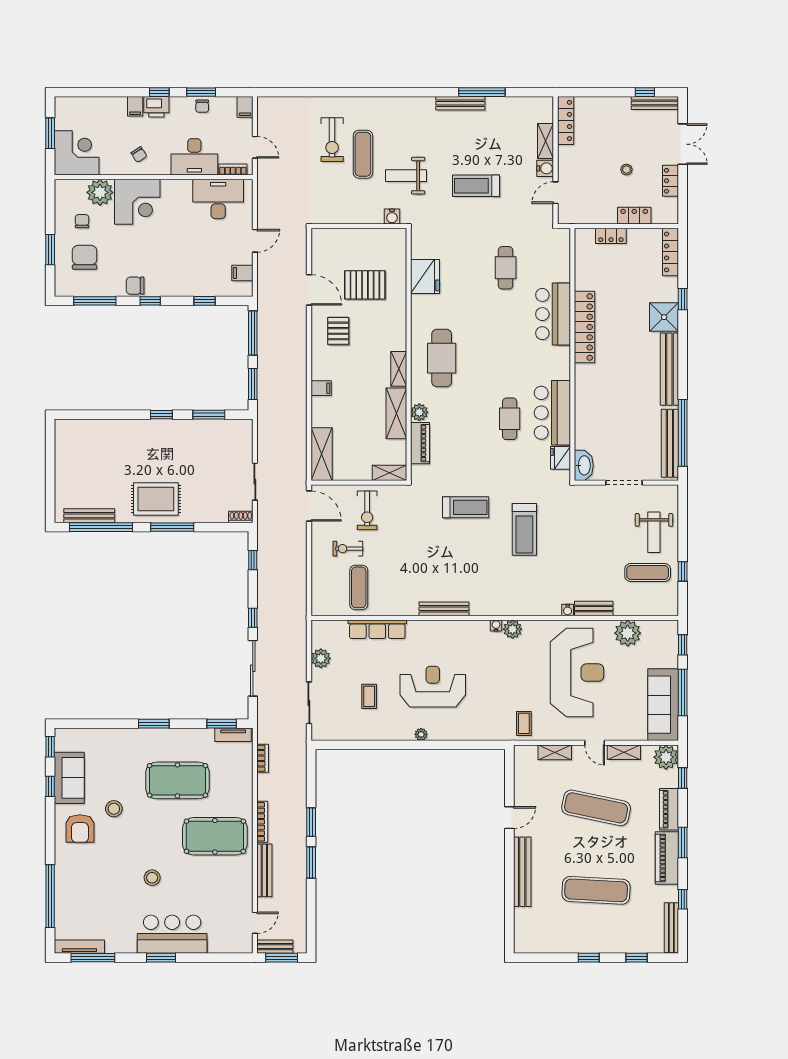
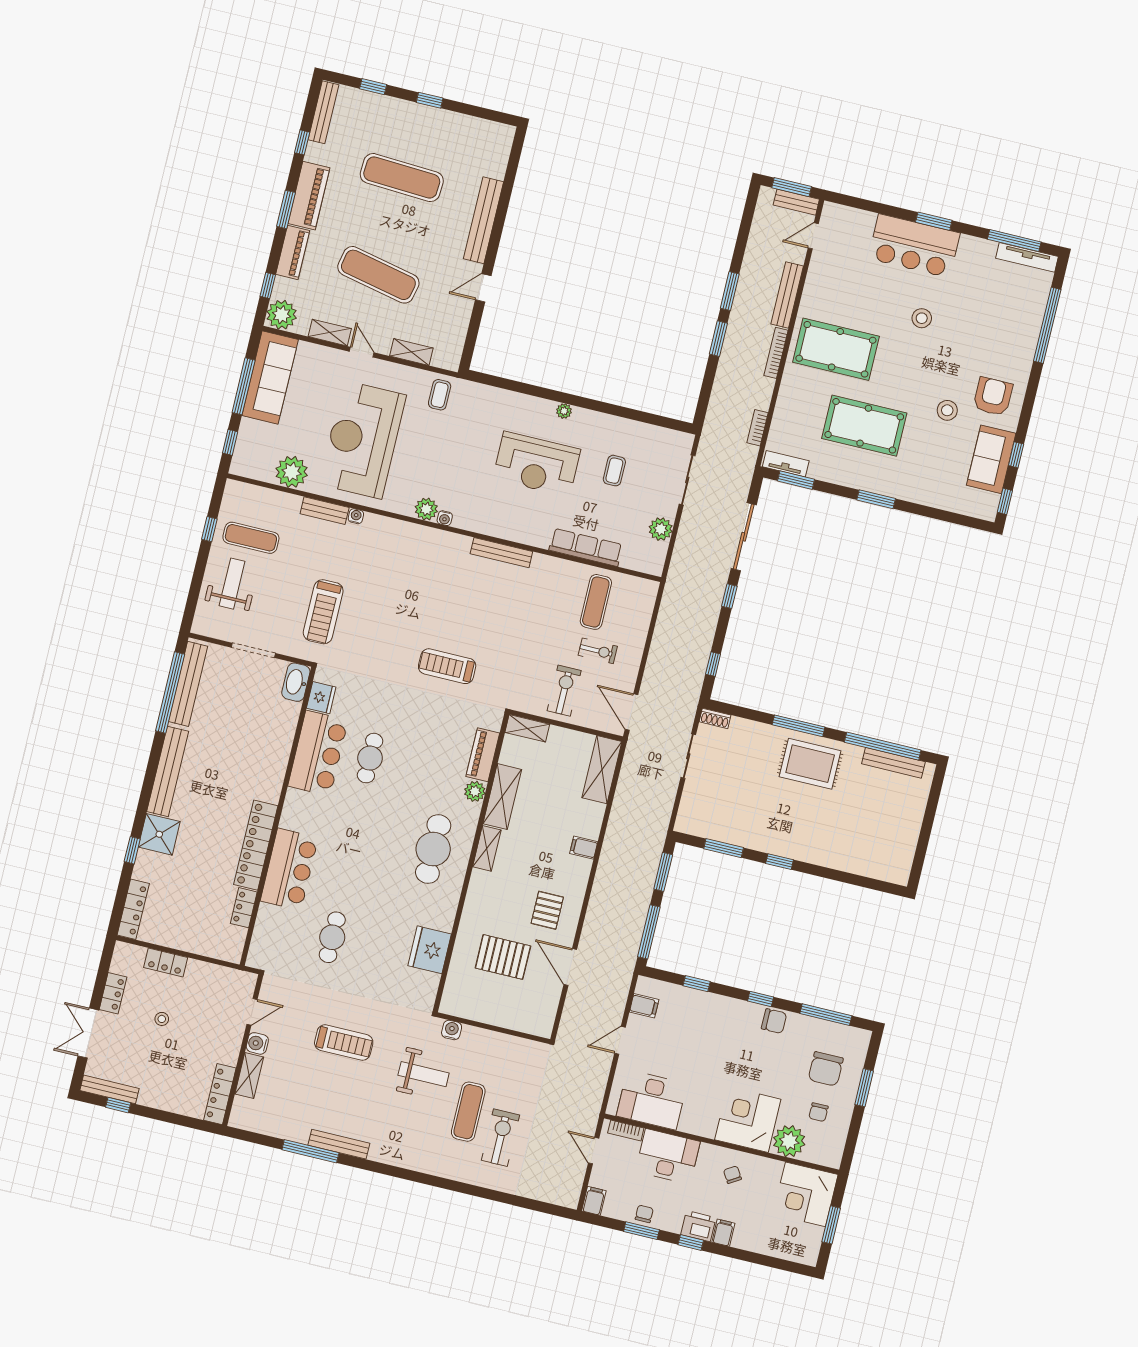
locker: (611, 236) -> (244, 908), moved, turned -90
treadmill: (524, 529) -> (323, 612), moved, turned 180

